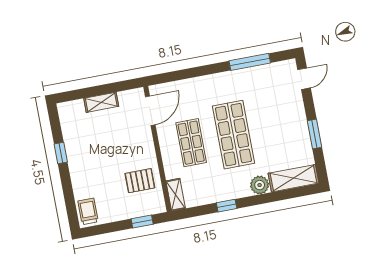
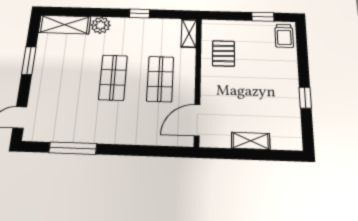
shop shelf: (233, 135) -> (113, 77), width x0.70, depth x0.74
pallet: (140, 181) -> (223, 53), turned 90
window: (142, 222) -> (263, 17), moved

